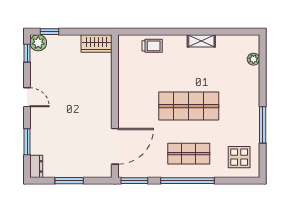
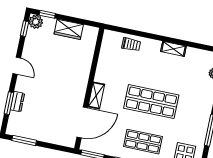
wardrobe: (97, 43) -> (69, 29), moved
shelving: (125, 112) -> (96, 96), added
dresser: (36, 166) -> (17, 102), moved
window: (69, 181) -> (24, 140), moved

